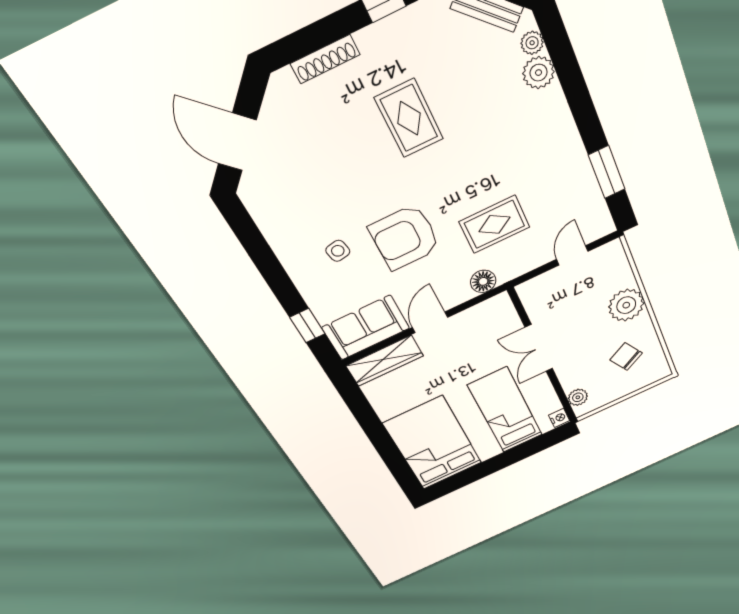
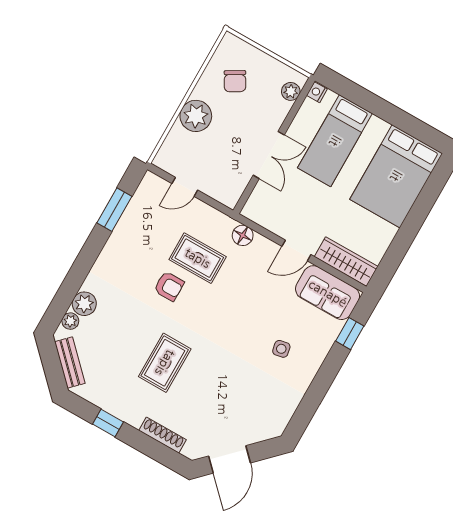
door: (237, 142) -> (230, 459), moved
armchair: (405, 237) -> (169, 286), moved, width x0.53, depth x0.53

